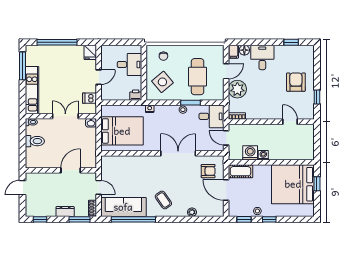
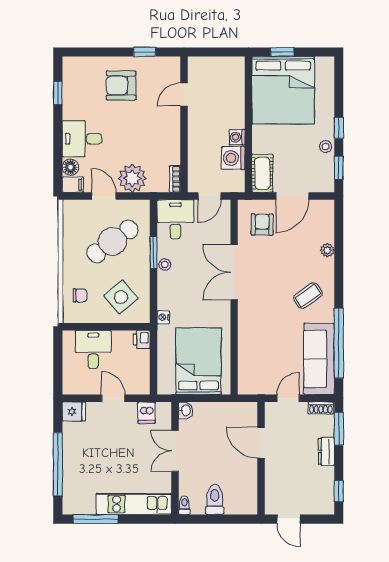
cafe table: (198, 77) -> (112, 241), turned -36

